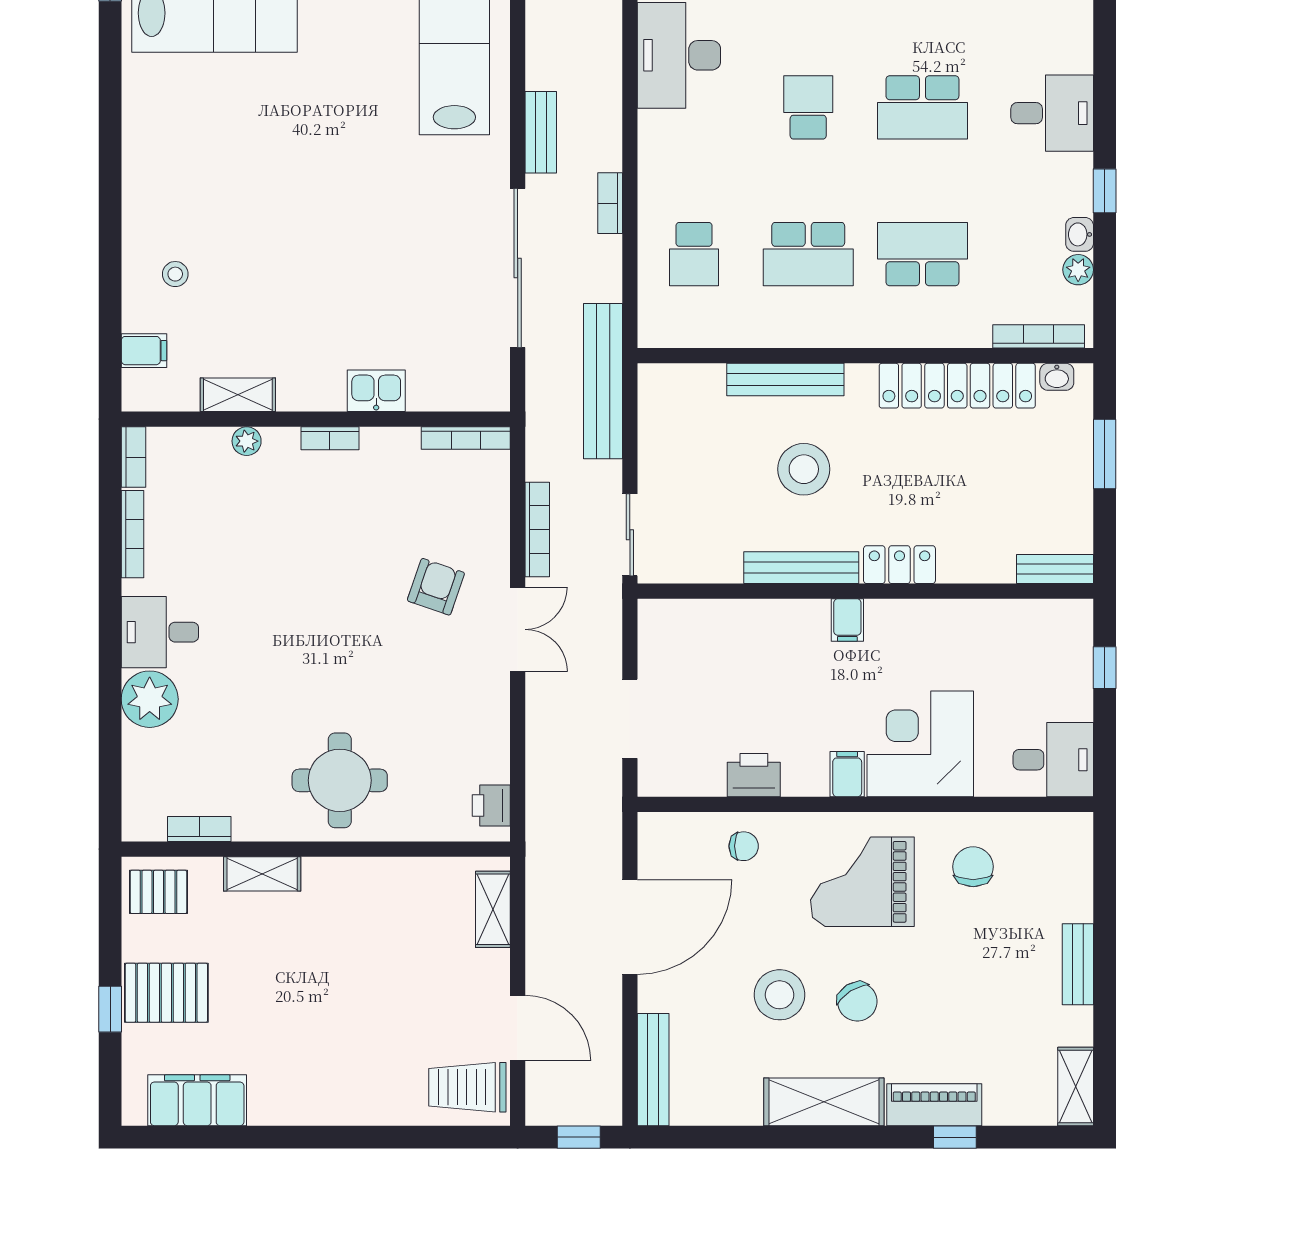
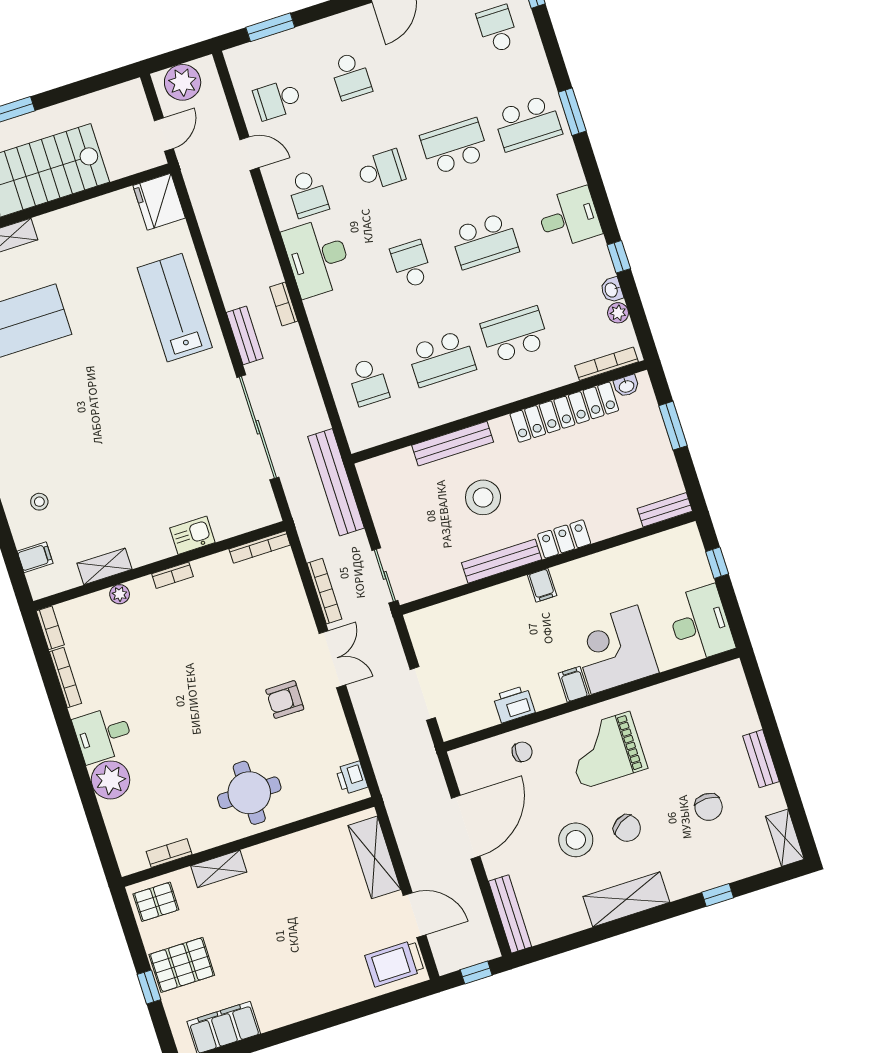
bookcase: (610, 203) -> (284, 304), moved
armchair: (436, 587) -> (285, 700), moved, turned -109
desk: (1053, 760) -> (700, 624), width x1.37
chair: (973, 867) -> (709, 807), moved, turned 180
shelving: (493, 909) -> (374, 857), width x1.50, depth x1.33
piano: (934, 1105) -> (698, 878), removed

